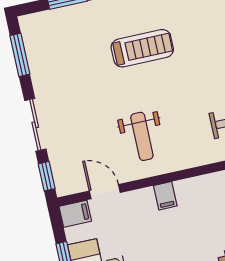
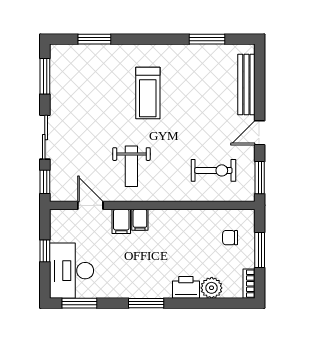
treadmill: (142, 48) -> (148, 93), turned 90
filing cabinet: (75, 214) -> (121, 221), moved, turned 90

